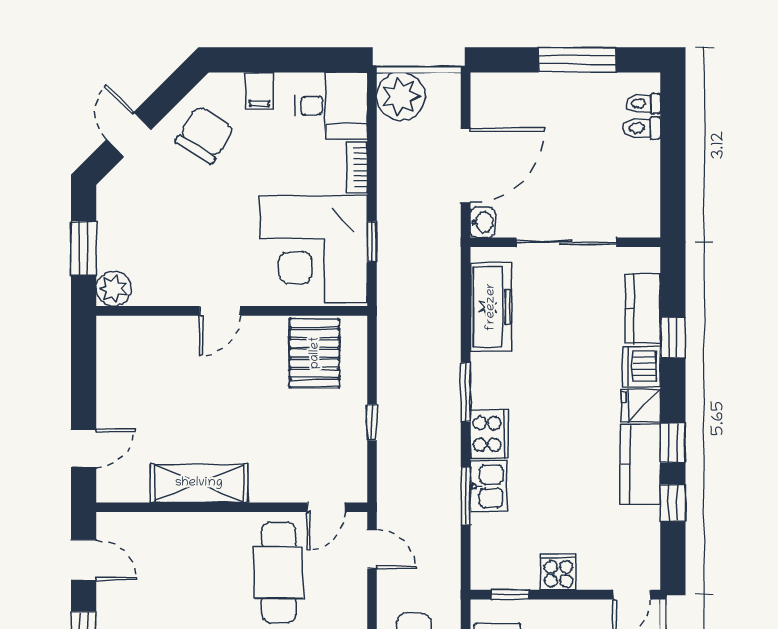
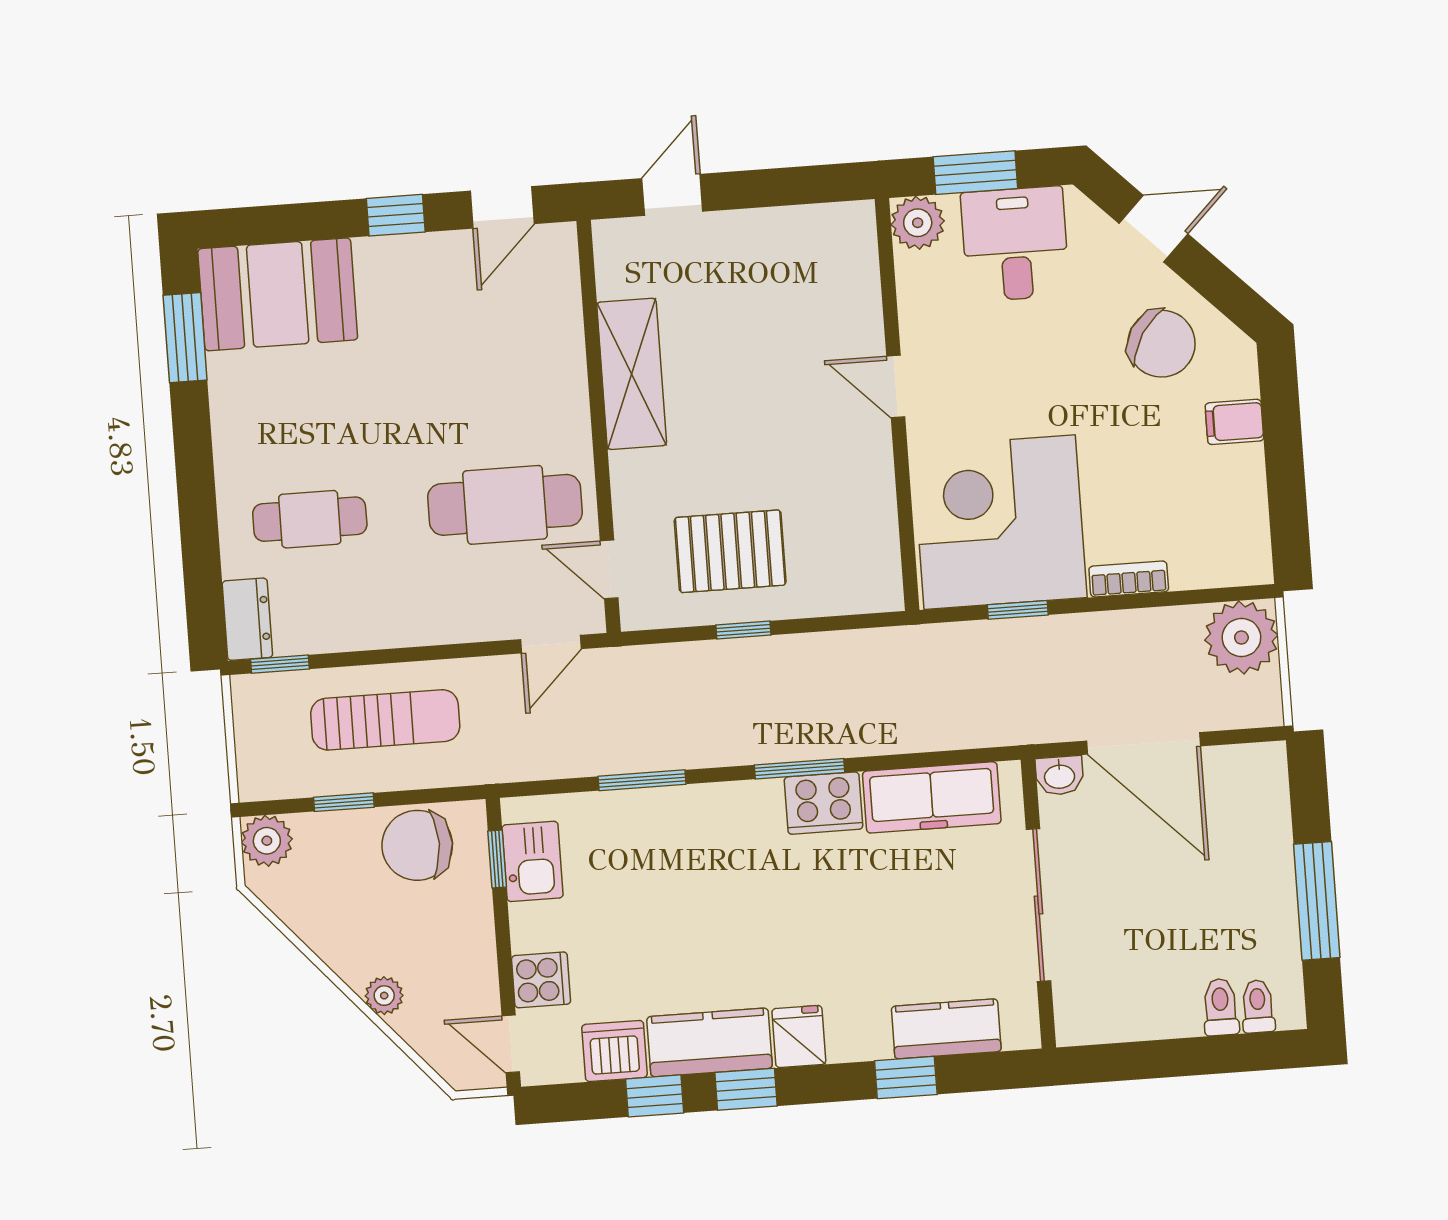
desk: (331, 106) -> (1015, 244), moved, turned 180
pallet: (315, 353) -> (730, 551), moved
dishwasher: (642, 366) -> (615, 1051), moved
cooker: (489, 434) -> (823, 803), moved
door: (84, 448) -> (672, 195), swing flipped
kitchen sink: (489, 486) -> (532, 861), moved, turned -90
cooker: (559, 572) -> (541, 980), moved

